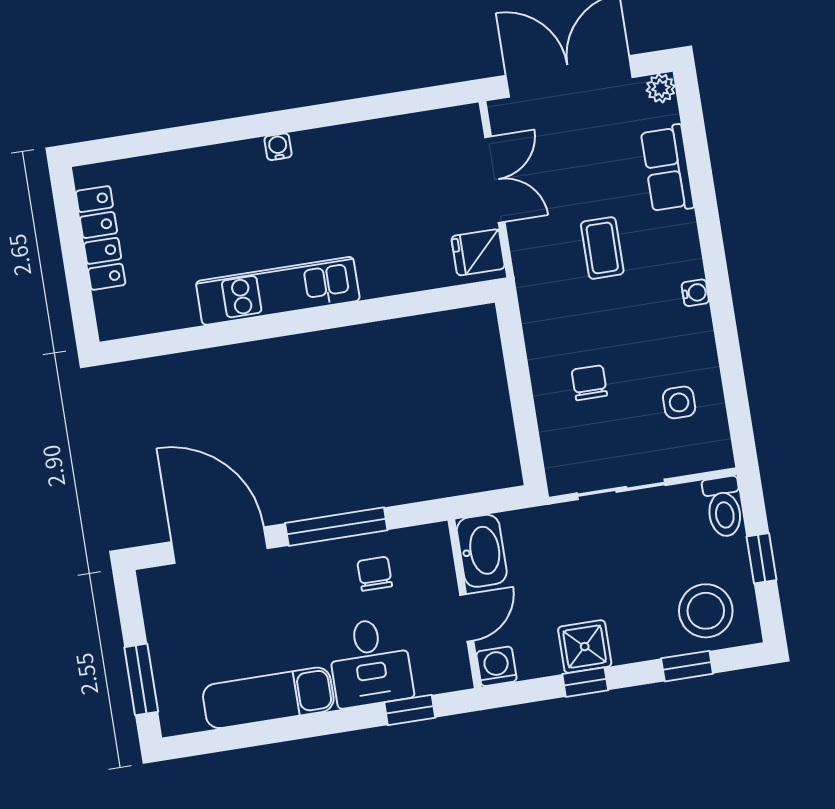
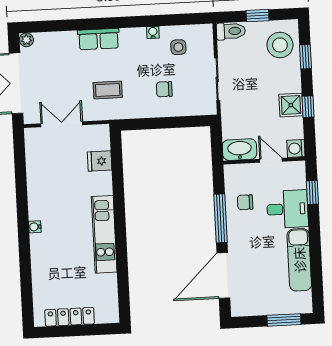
row of seats: (667, 169) -> (99, 39), moved
coffee table: (602, 248) -> (108, 90), moved
fridge: (478, 252) -> (100, 161), moved, turned 90
water cooler: (695, 293) -> (153, 32), moved

